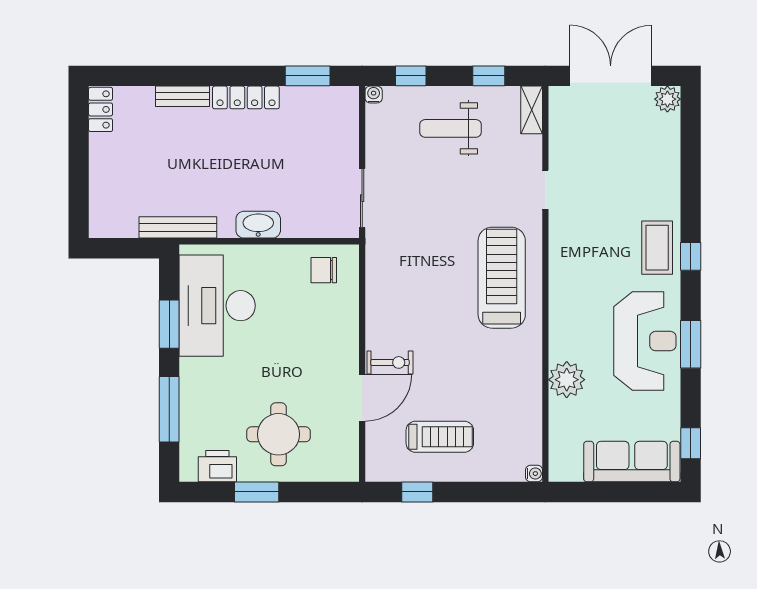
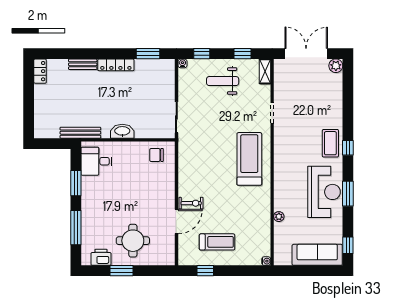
desk: (217, 306) -> (96, 161), width x0.53, depth x0.77
plant: (567, 380) -> (279, 217), width x0.53, depth x0.53

